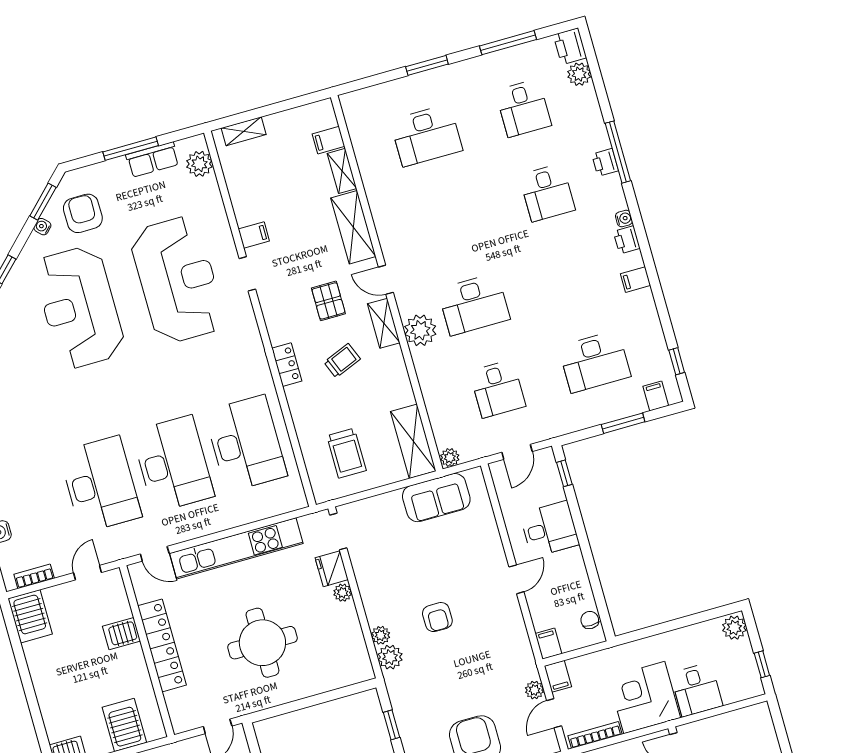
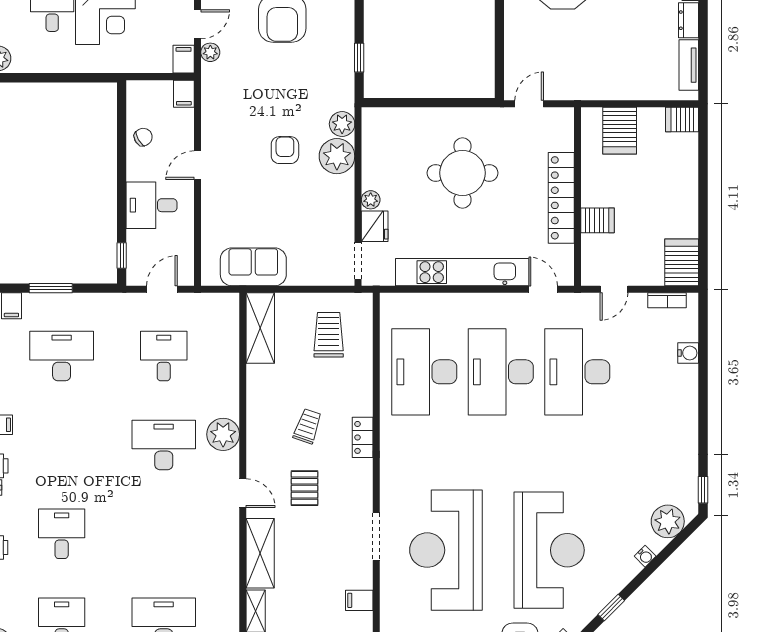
filing cabinet: (254, 235) -> (359, 600), moved
doorway: (247, 274) -> (376, 537), width x1.38
shelving: (384, 323) -> (257, 451), removed
trolley: (342, 361) -> (307, 426), turned 131
plant: (450, 458) -> (229, 302), removed
chair: (590, 620) -> (143, 137), moved, turned -120
plant: (381, 635) -> (337, 156), width x1.88, depth x1.88

